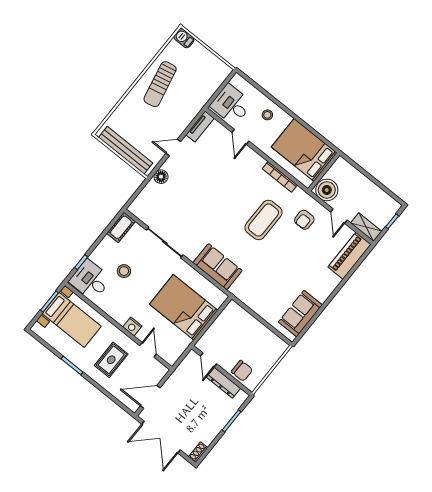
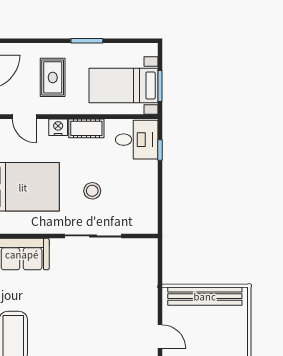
door: (173, 148) -> (160, 337), hinge flipped
floor lamp: (161, 177) -> (149, 298), removed
cot: (121, 227) -> (86, 128), moved, turned 90
stool: (124, 271) -> (92, 191), moved

